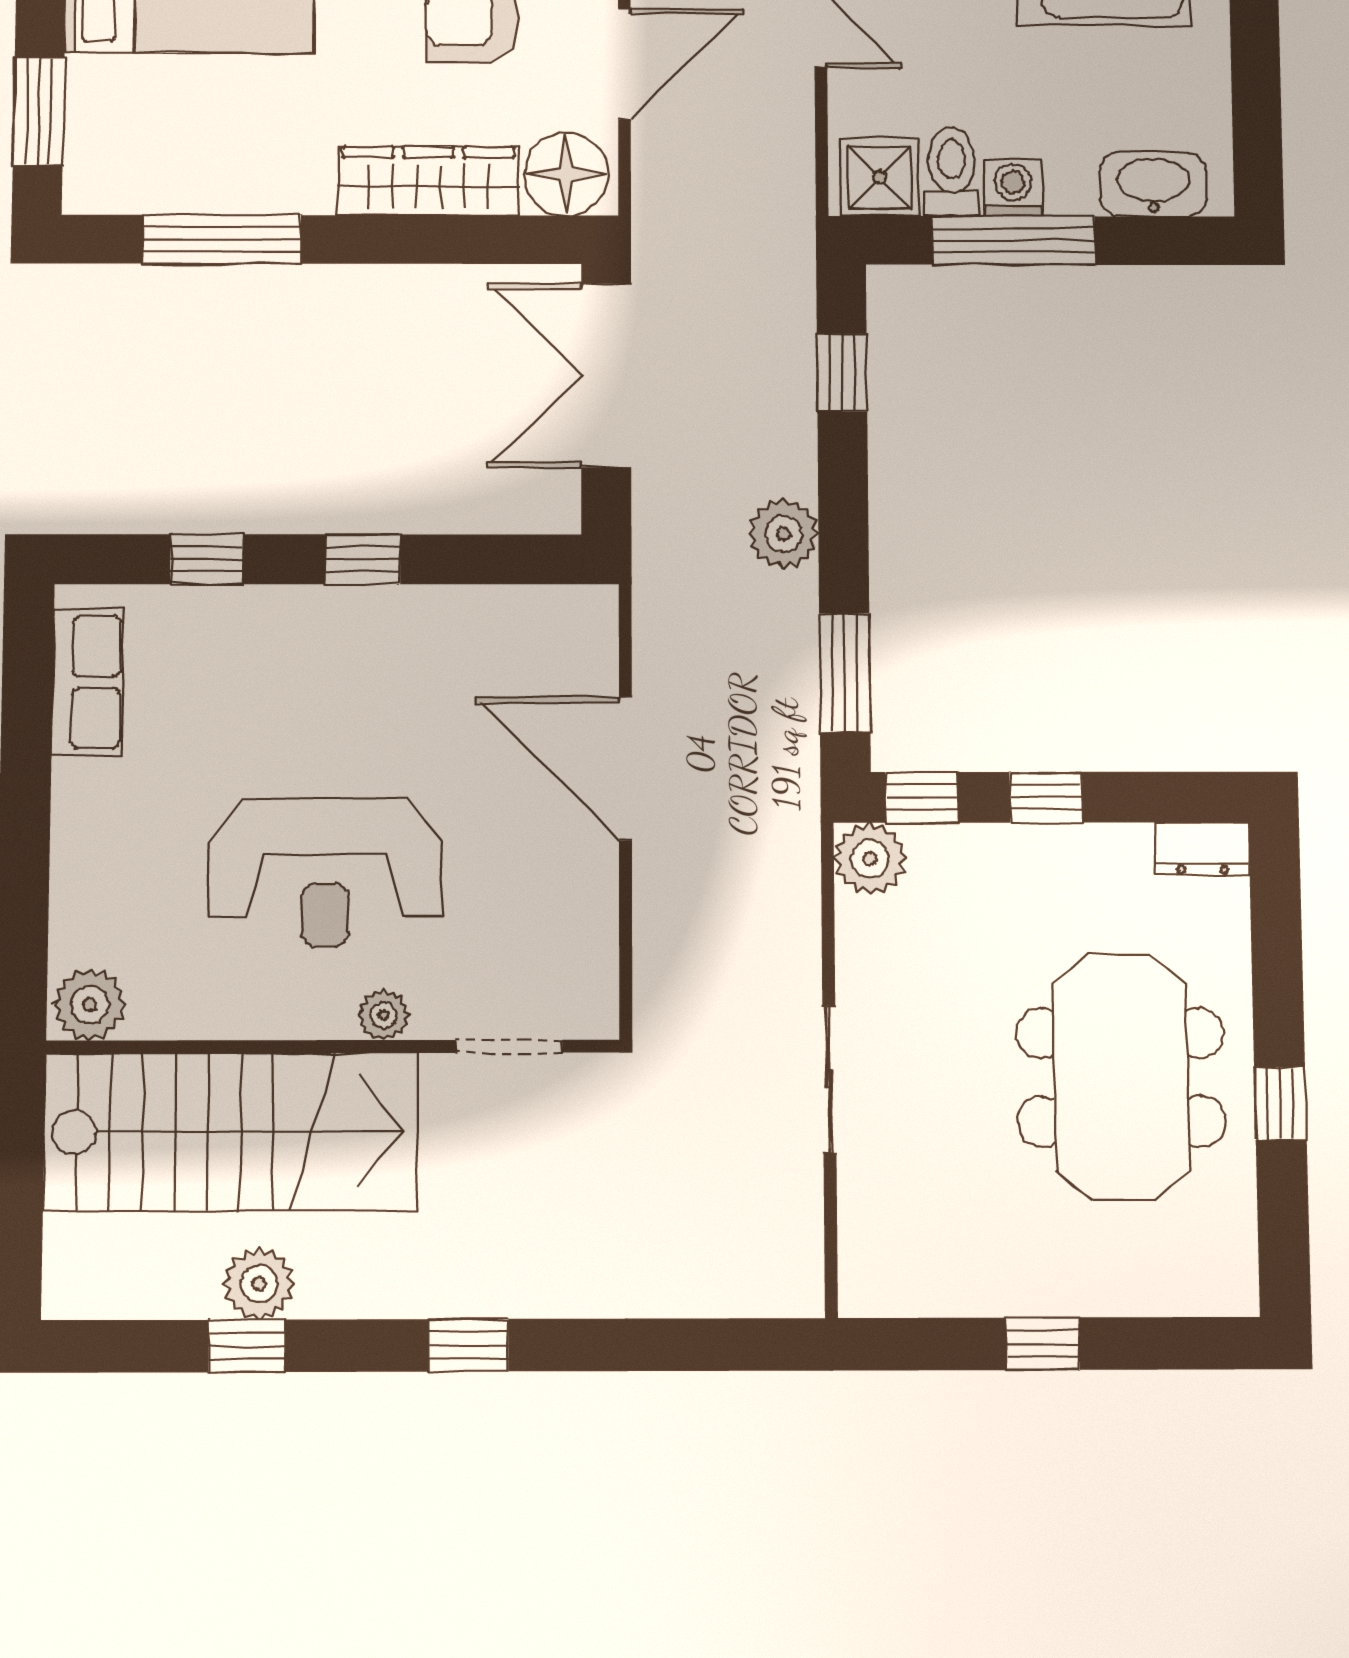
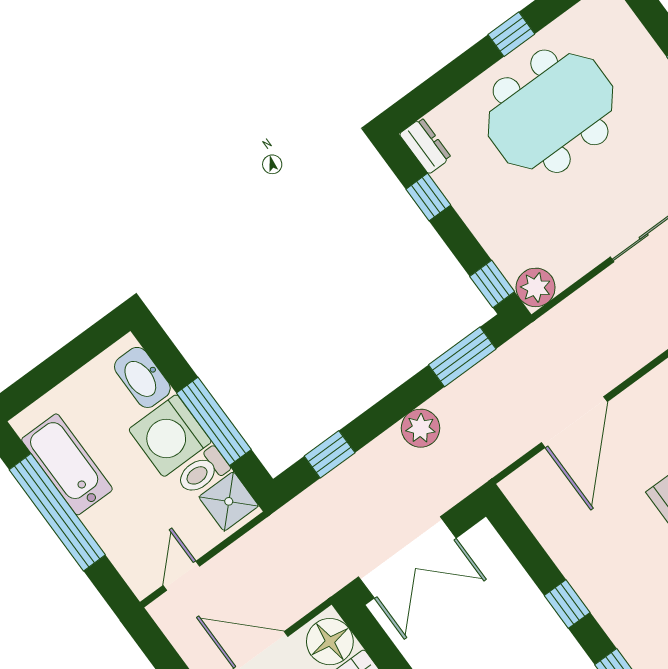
washing machine: (1013, 188) -> (170, 436), width x1.89, depth x1.89
window: (1046, 797) -> (428, 197), moved

